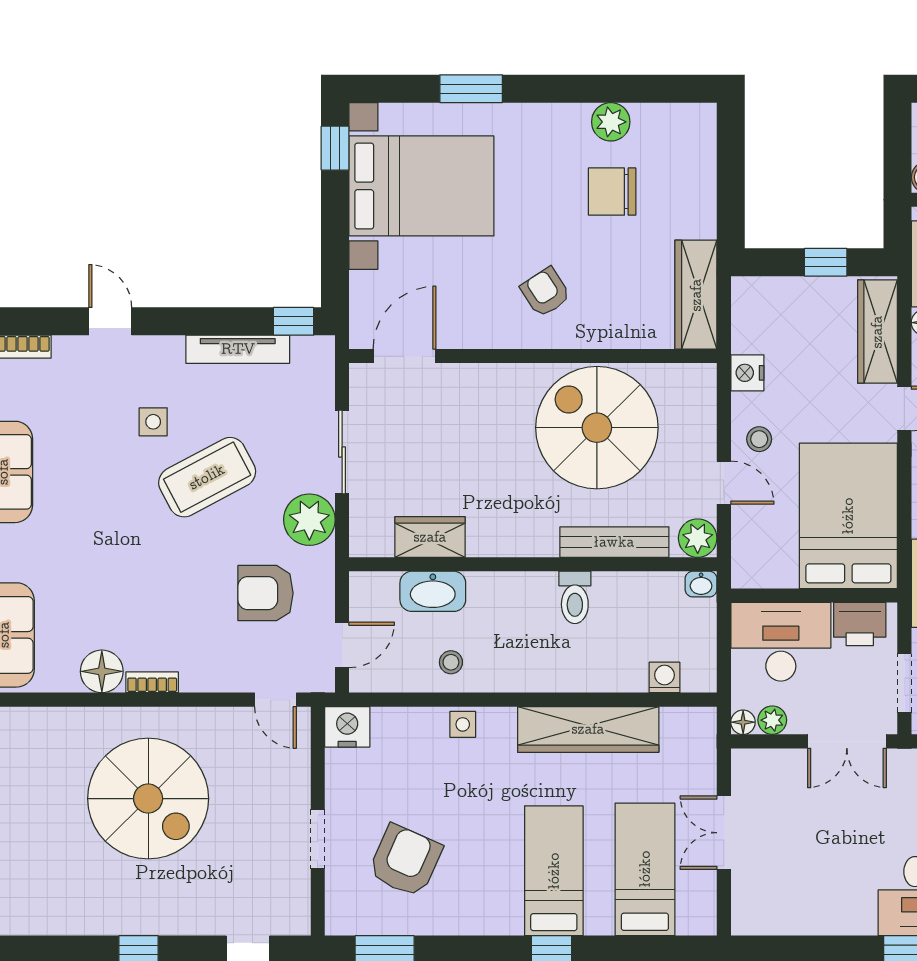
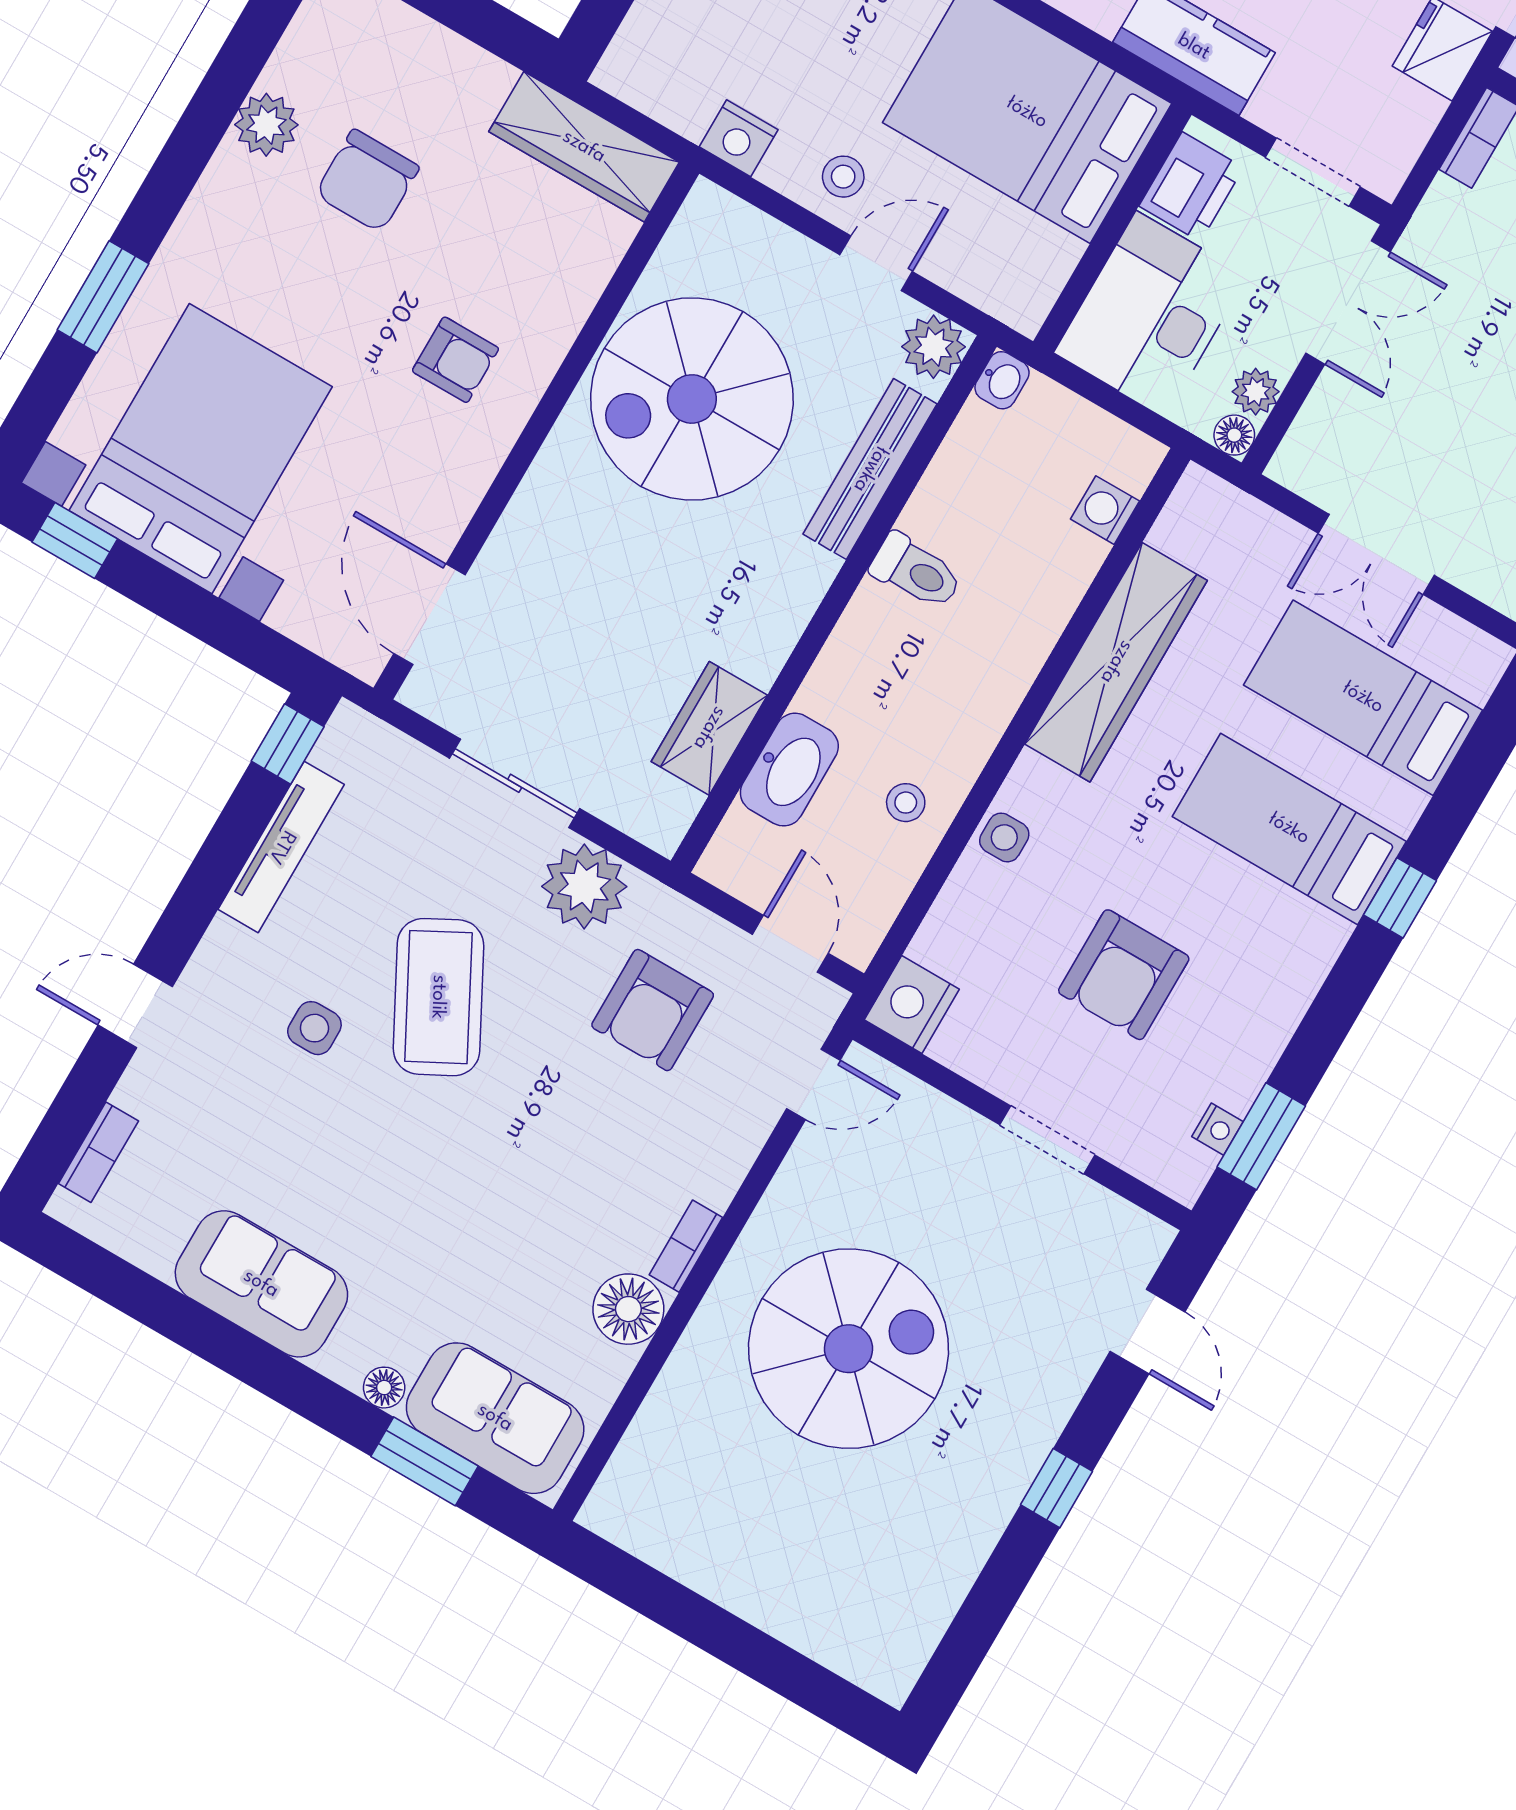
armchair: (545, 292) -> (455, 360), turned -147
armchair: (405, 861) -> (1124, 975), moved, turned -114
nightstand: (375, 925) -> (1217, 1129), added

